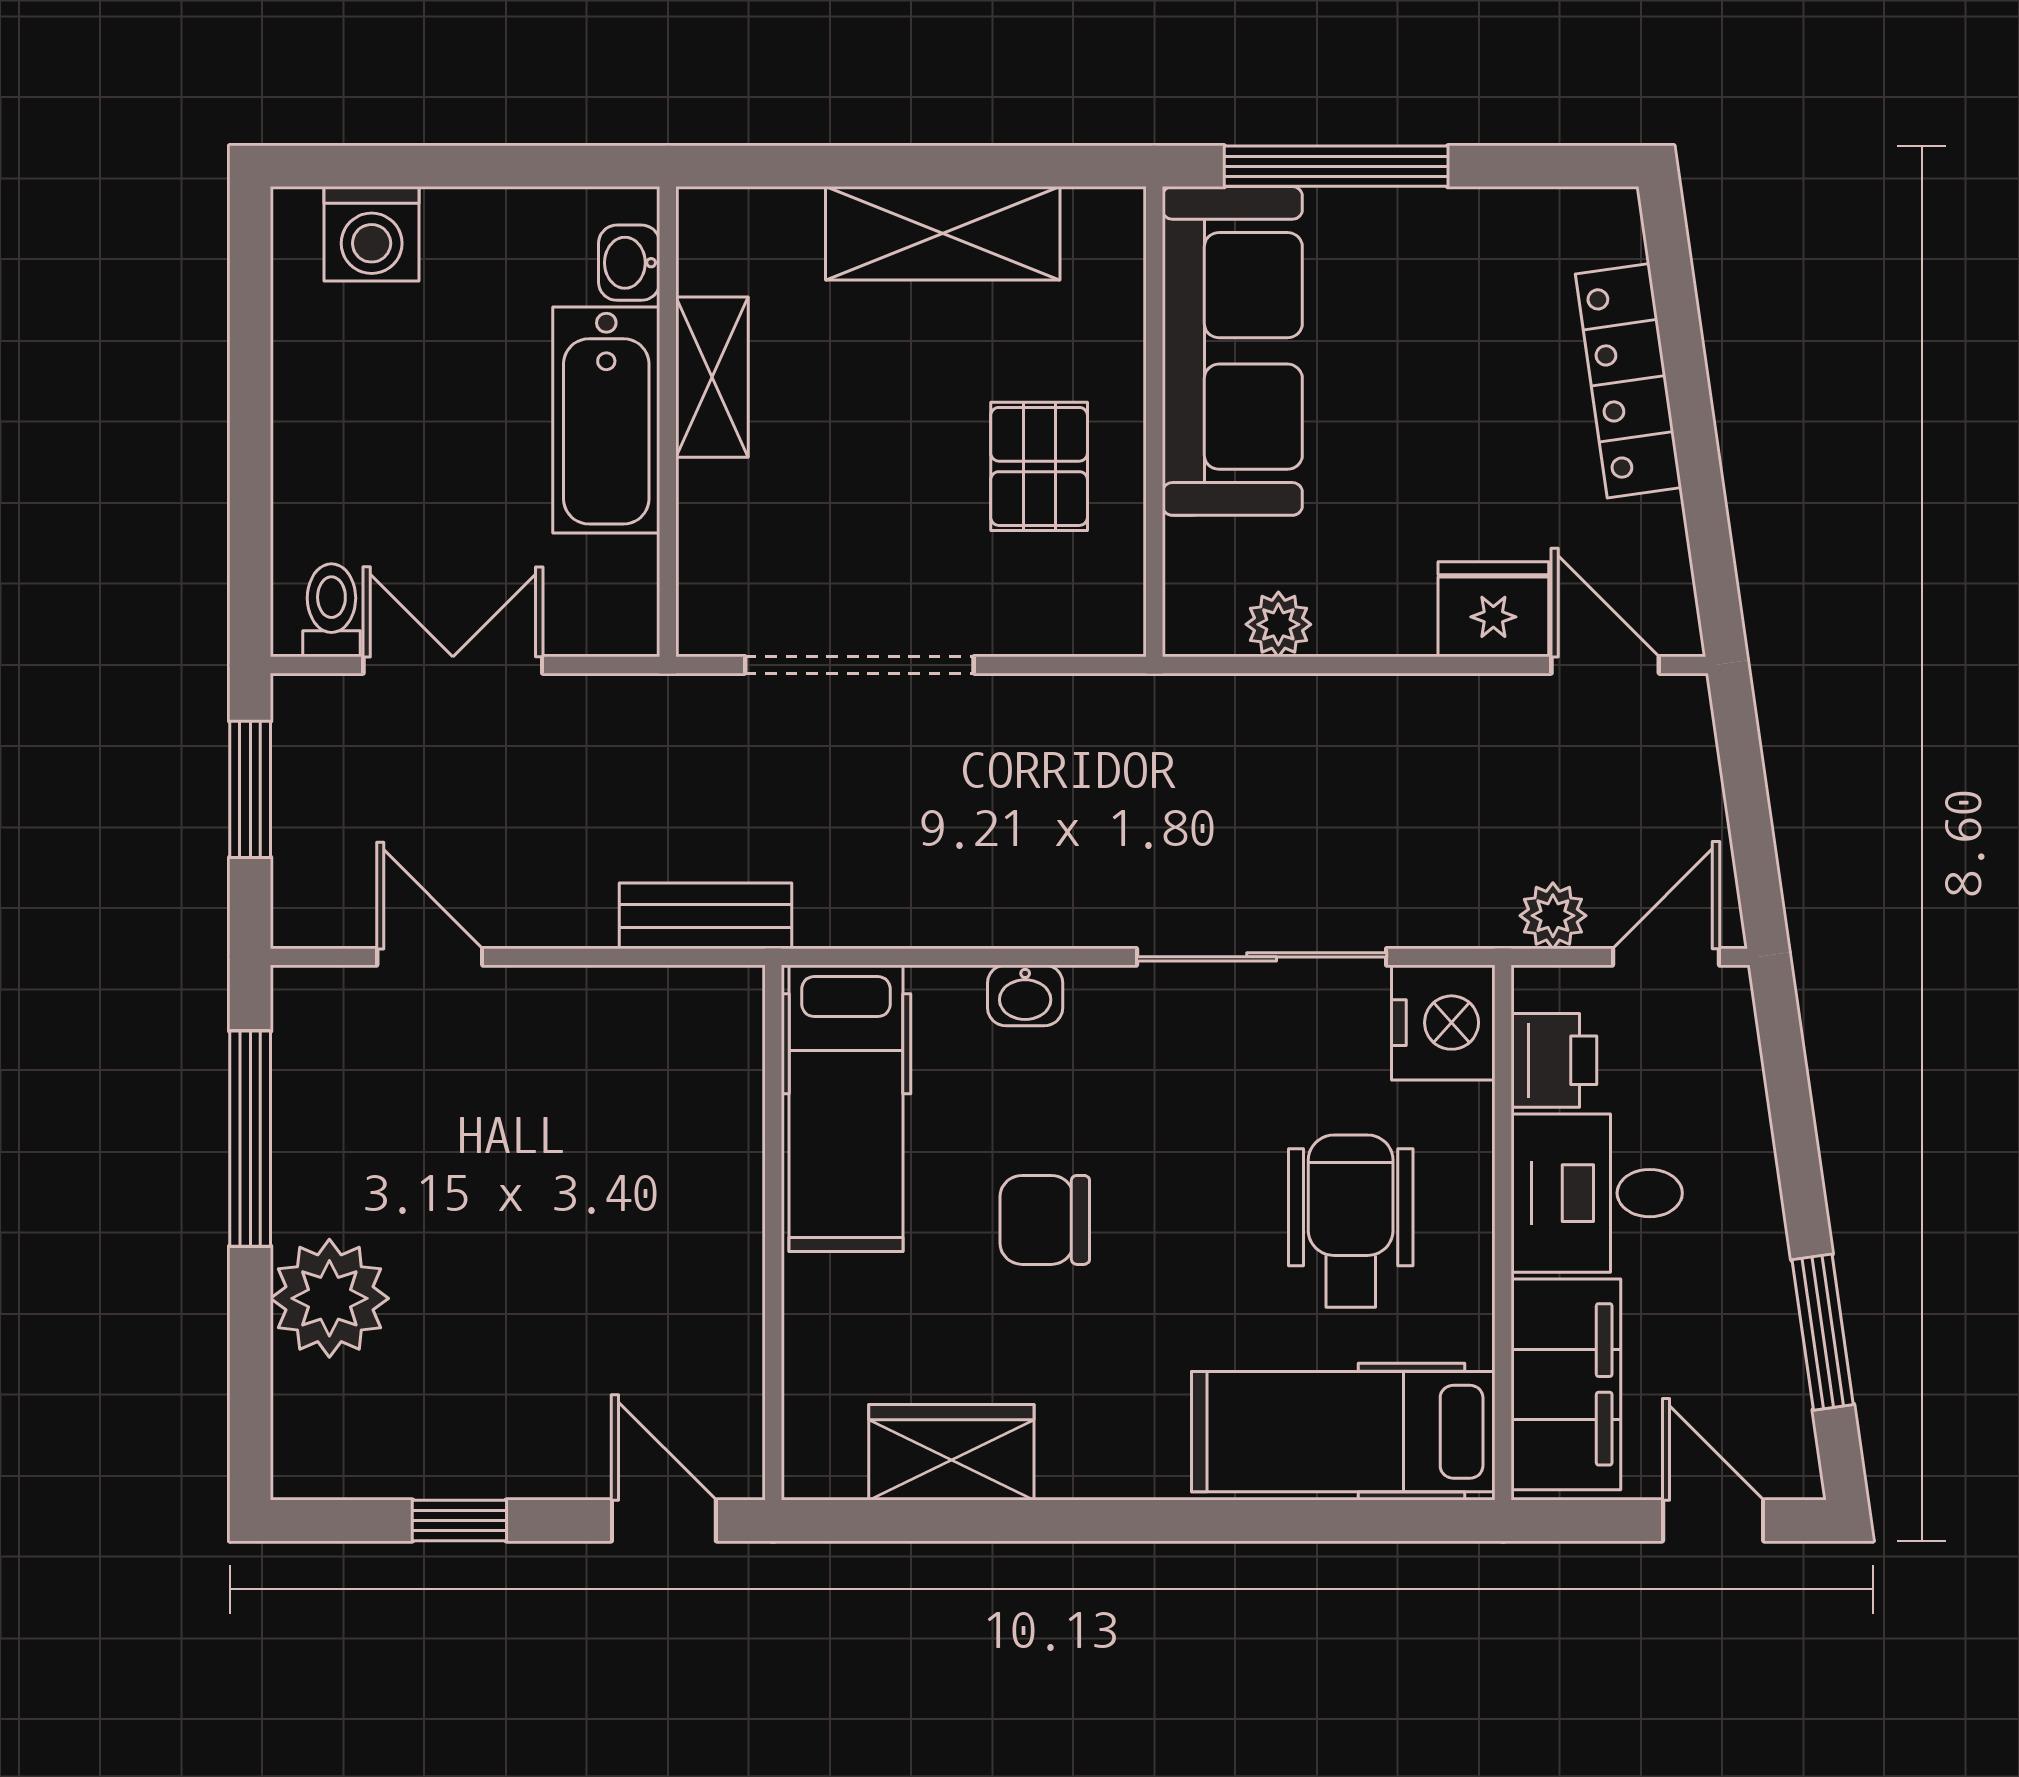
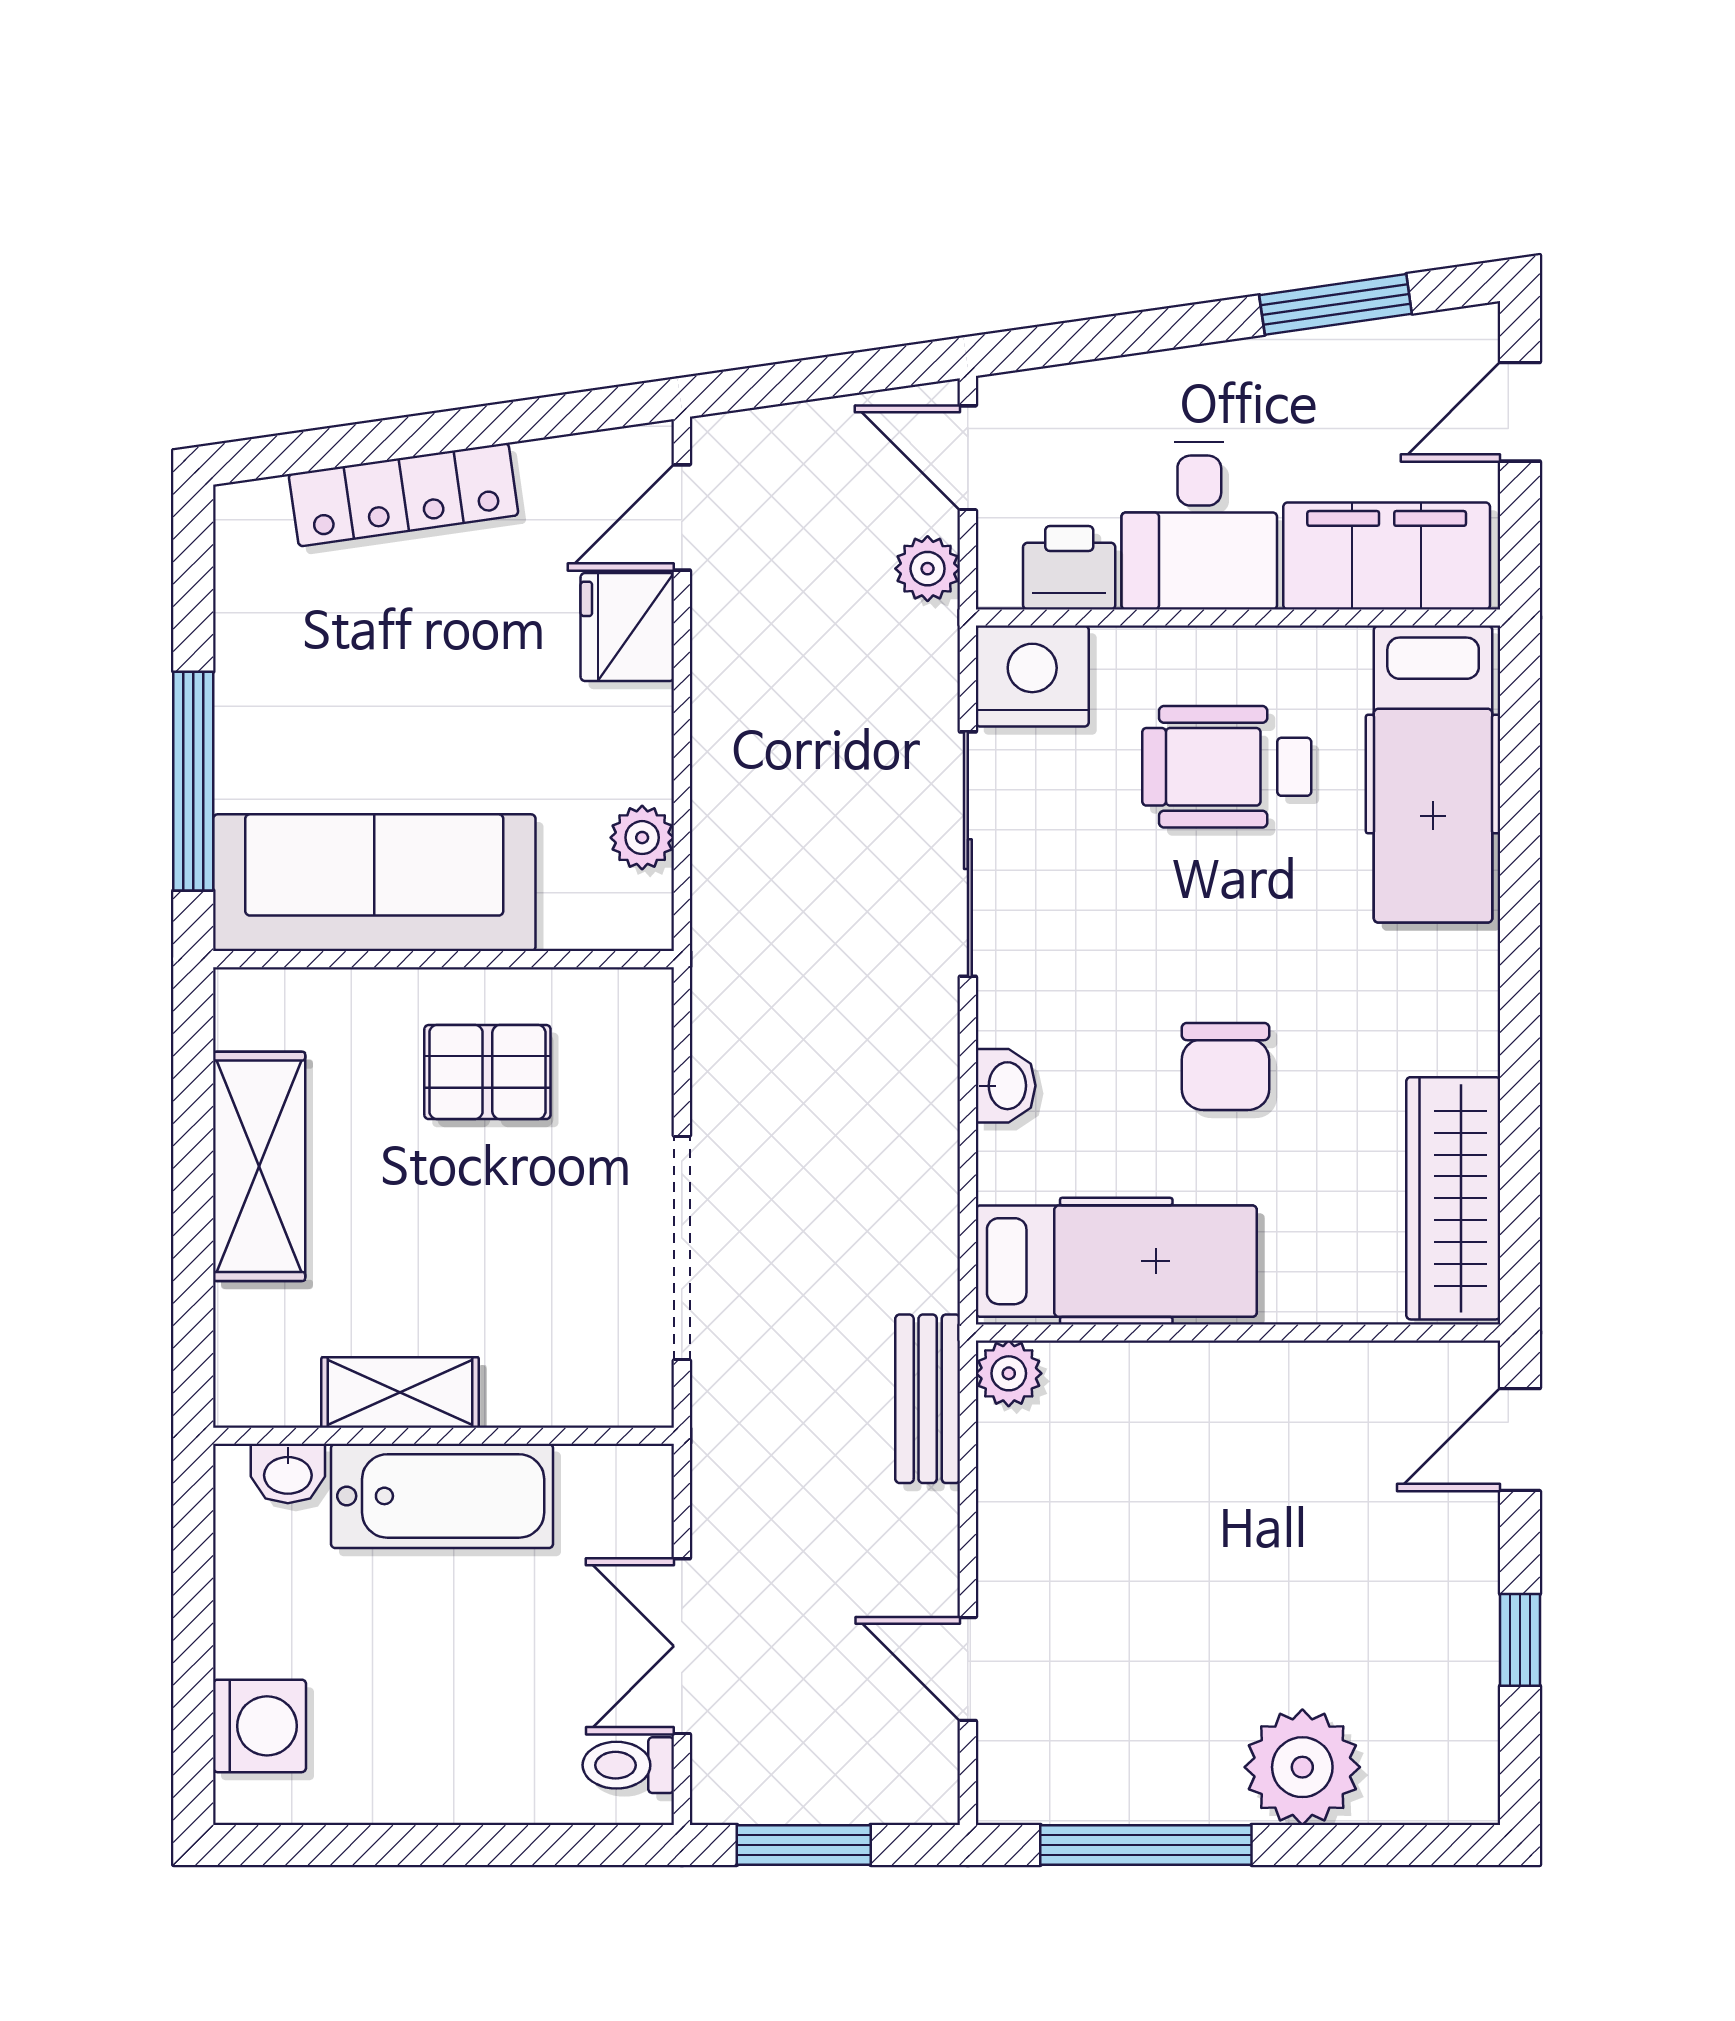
door: (430, 957) -> (968, 1669), hinge flipped
plant: (731, 999) -> (1009, 1373), added
wardrobe: (951, 1452) -> (1453, 1198), width x1.50

